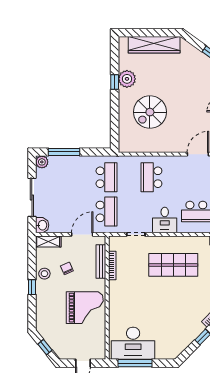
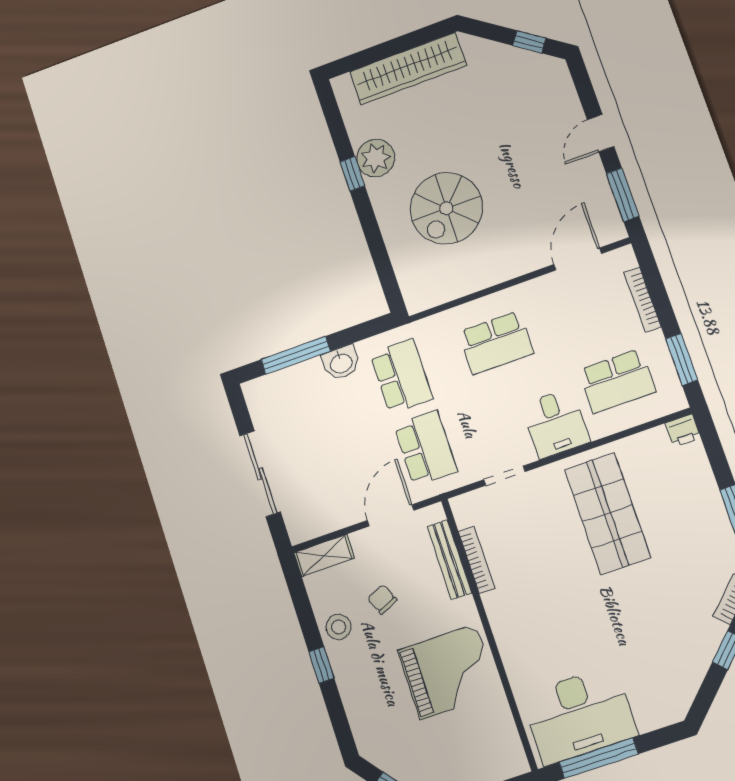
plant: (42, 162) -> (257, 392), removed
school desk: (151, 177) -> (496, 343), turned -90
washbasin: (42, 225) -> (341, 363), moved, turned 90
shop shelf: (173, 265) -> (607, 513), turned 90

